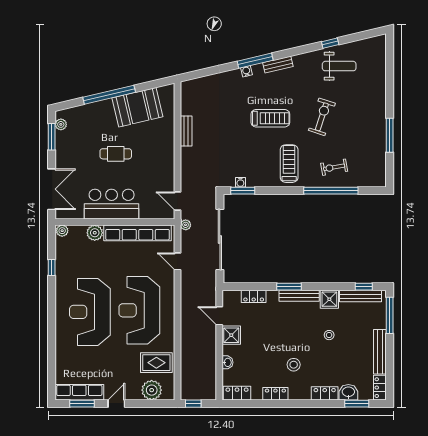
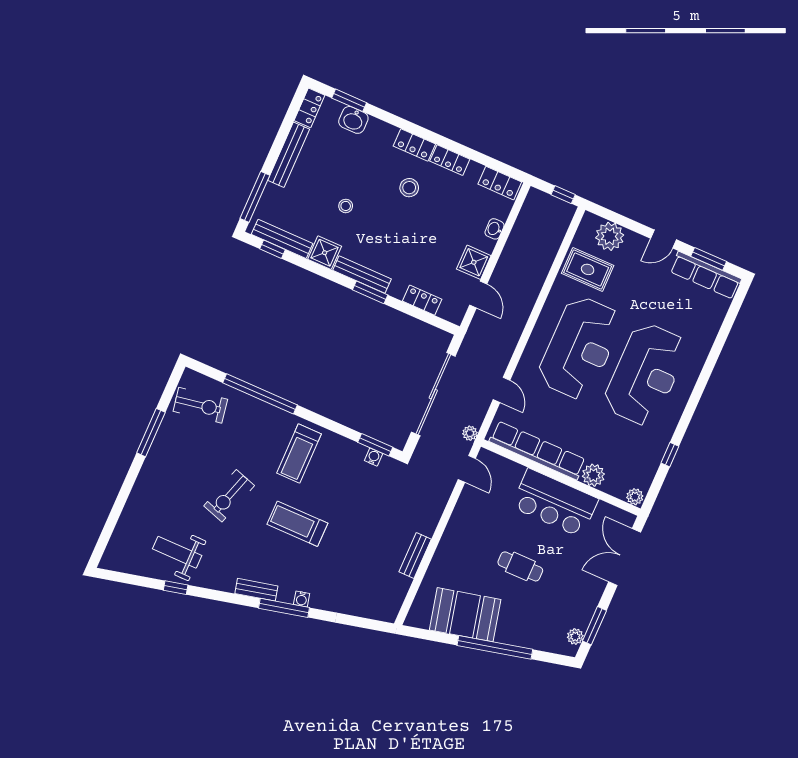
exercise bike: (334, 167) -> (200, 405), moved, width x1.38, depth x1.39
locker: (325, 393) -> (414, 145), moved

